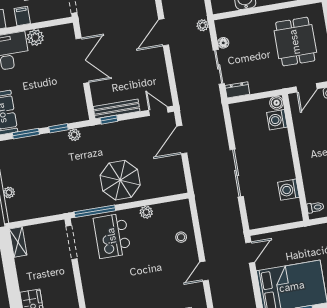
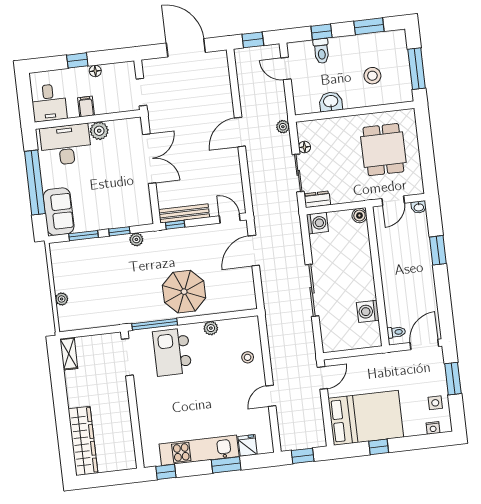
washing machine: (277, 120) -> (317, 223), moved, turned 180

